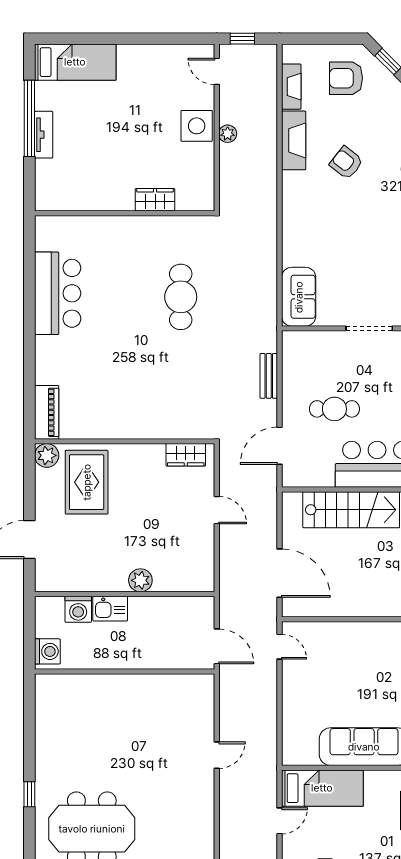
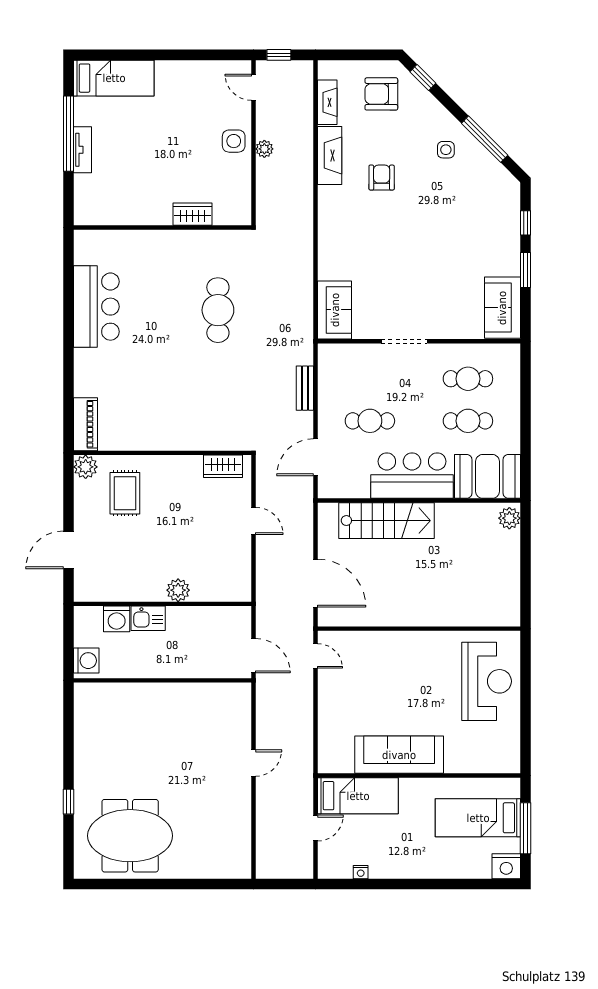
side table: (197, 126) -> (234, 141), width x0.73, depth x0.73
armchair: (346, 163) -> (382, 178), turned 52
rug: (87, 482) -> (125, 493), width x0.73, depth x0.70

